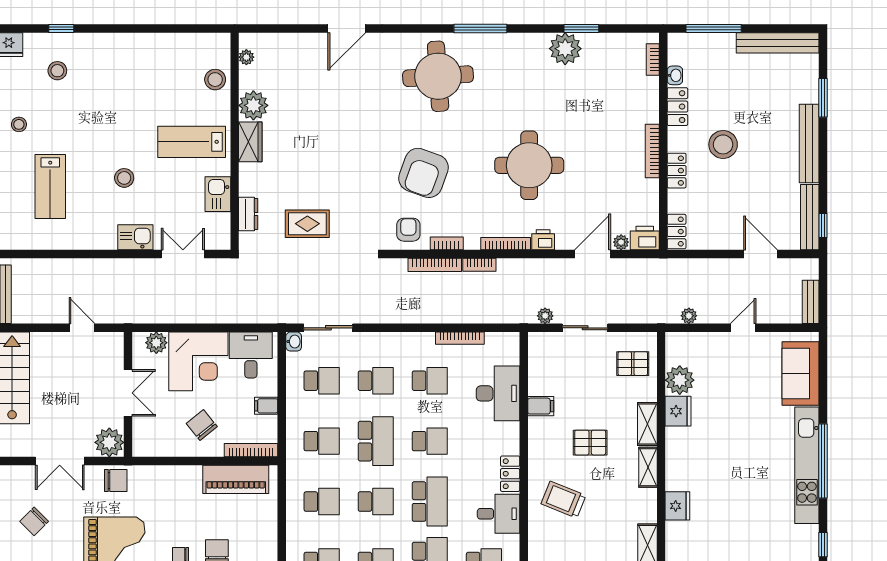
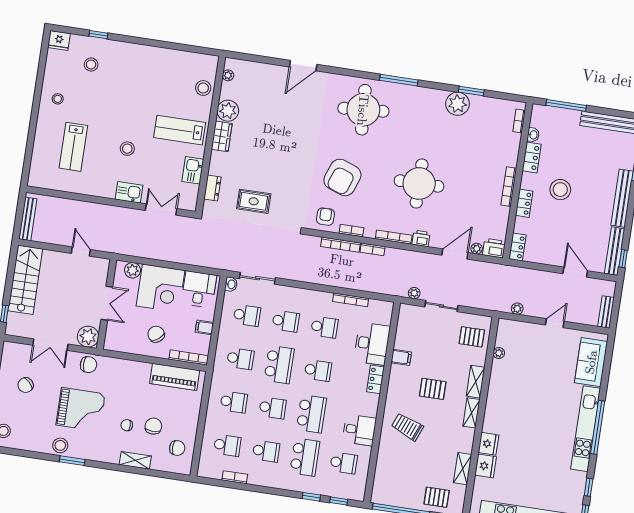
plant: (680, 380) -> (499, 353), width x0.53, depth x0.53
fridge: (678, 411) -> (485, 466), moved
locker: (510, 474) -> (375, 379), moved

